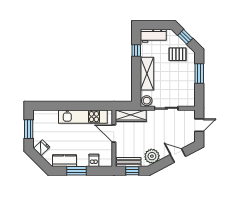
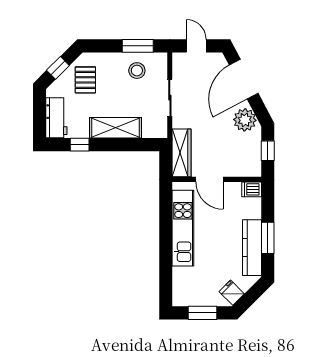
window: (199, 74) -> (138, 46), moved
stool: (147, 101) -> (137, 71), moved
door: (114, 134) -> (209, 179), hinge flipped
door: (178, 155) -> (244, 79), width x1.87
dishwasher: (94, 160) -> (252, 189), moved
kitchen counter: (64, 161) -> (252, 248), width x1.50
bench: (129, 162) -> (254, 156), removed

